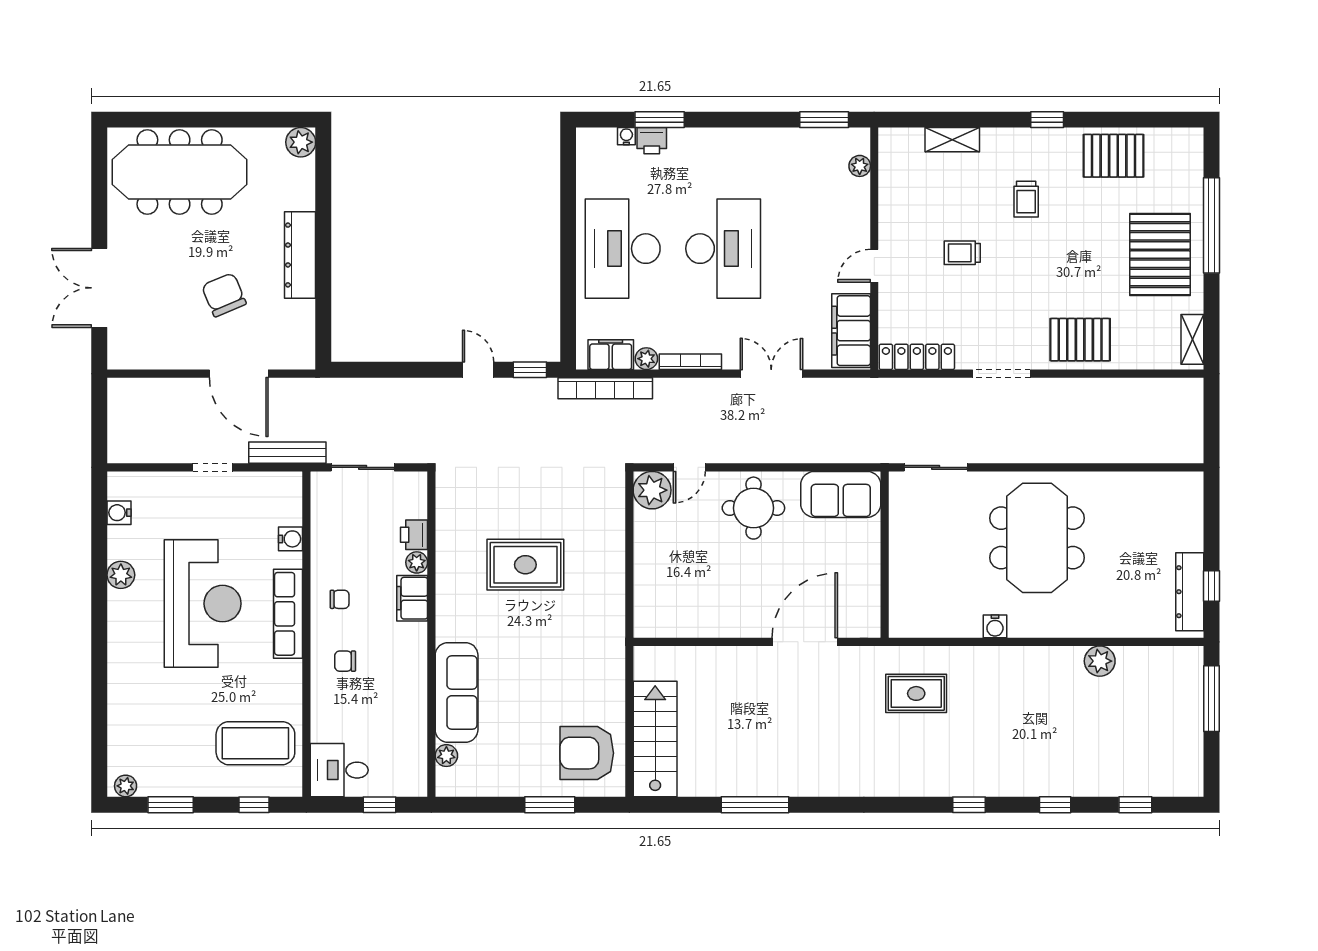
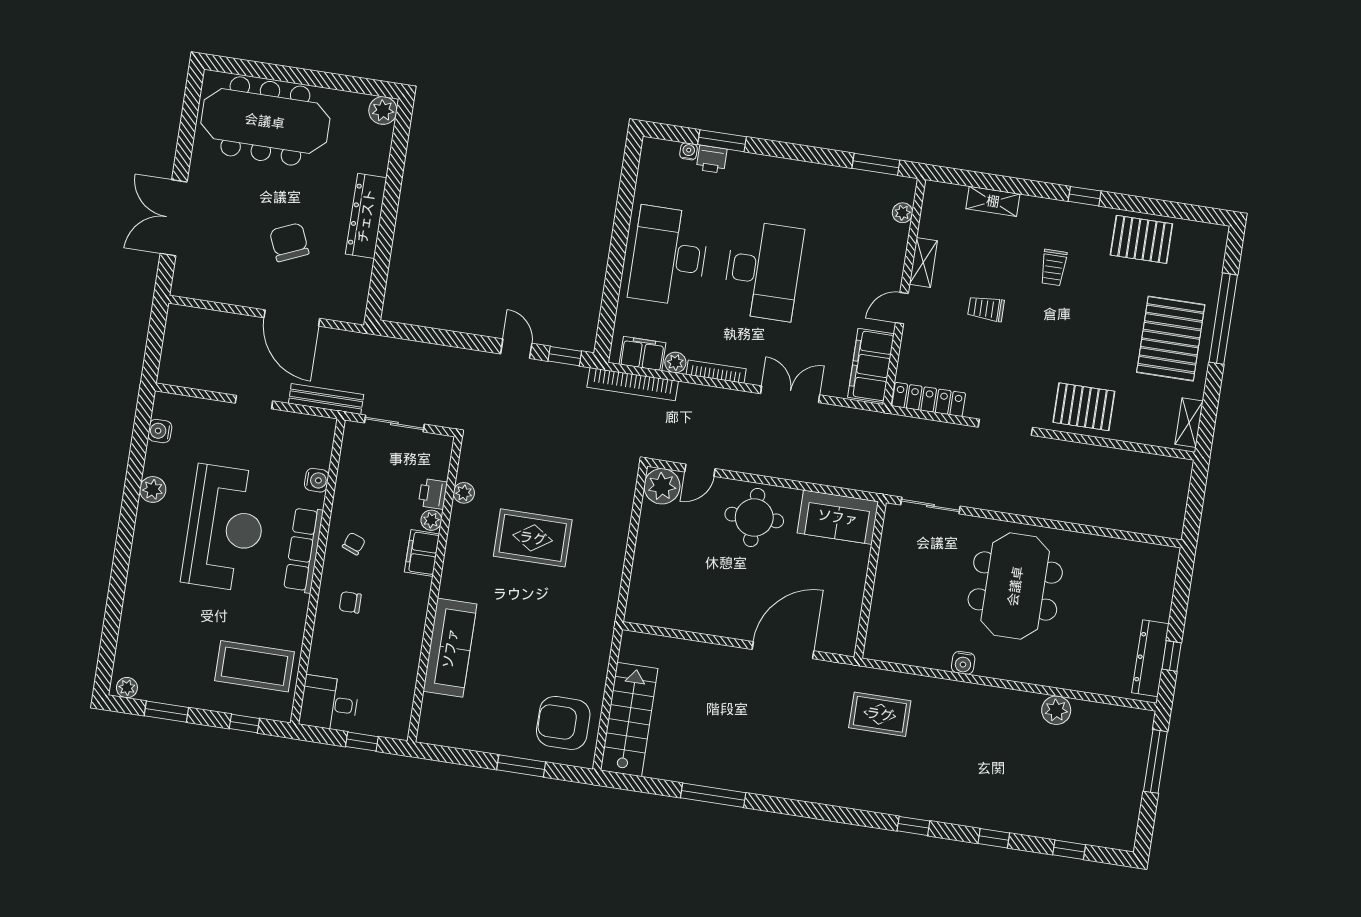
shelving: (889, 215) -> (923, 262), added
chair: (340, 599) -> (354, 544), turned -69
plant: (446, 756) -> (464, 493), moved

